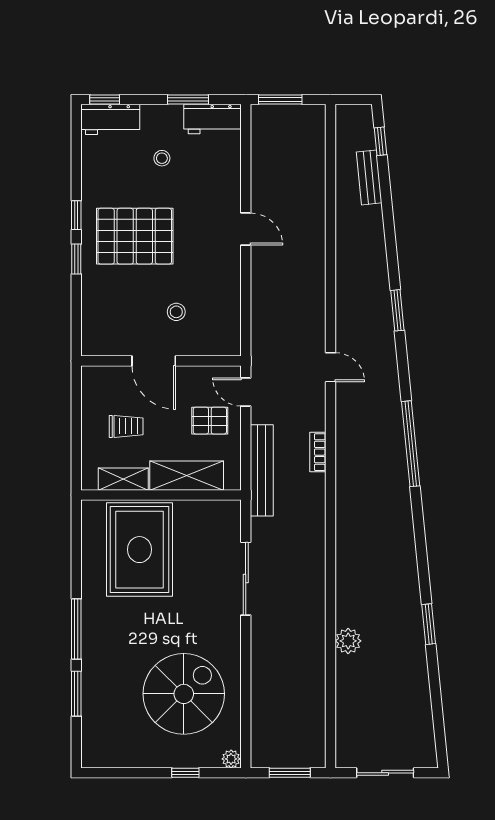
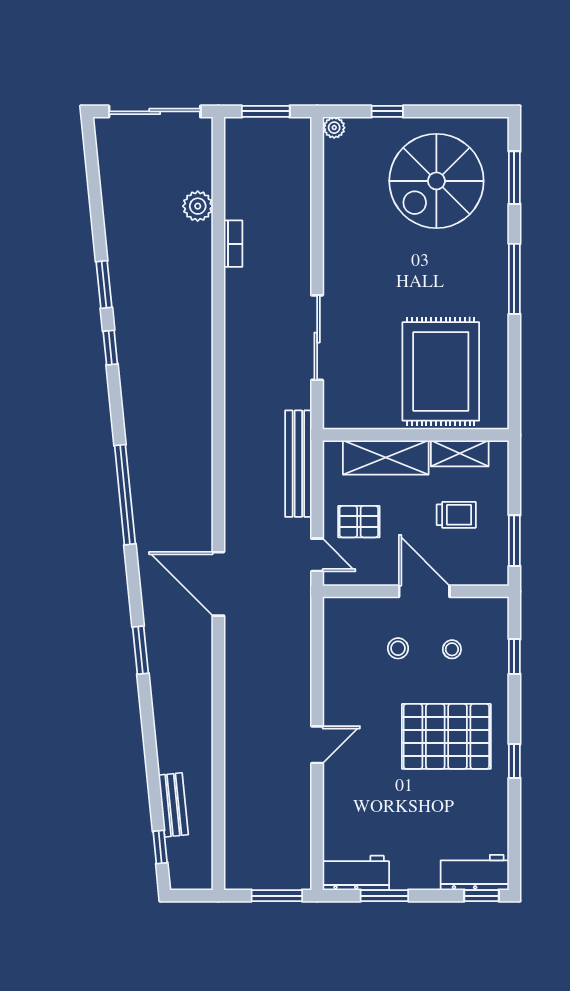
stool: (162, 158) -> (452, 649), moved
door: (246, 229) -> (317, 745), swing flipped
window: (76, 259) -> (514, 657), moved
door: (330, 367) -> (218, 584), width x1.88
window: (76, 404) -> (514, 541), added
trolley: (126, 426) -> (456, 515), turned 180
bookcase: (318, 452) -> (233, 244), moved
window: (423, 570) -> (110, 348), added
plant: (348, 641) -> (198, 206), moved
window: (76, 694) -> (514, 178), moved
spiral stairs: (184, 694) -> (436, 181), moved
sliding door: (385, 773) -> (155, 111), width x1.37

